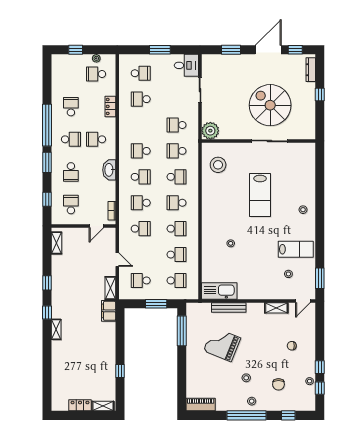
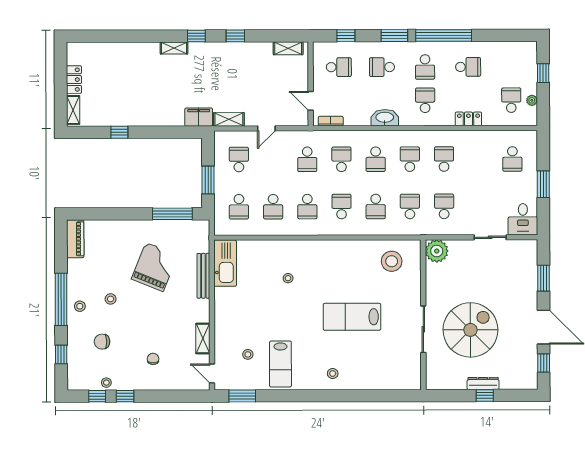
dresser: (311, 70) -> (483, 383), moved
school desk: (141, 99) -> (444, 159), moved

